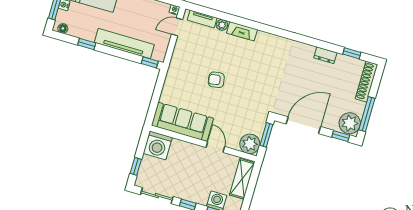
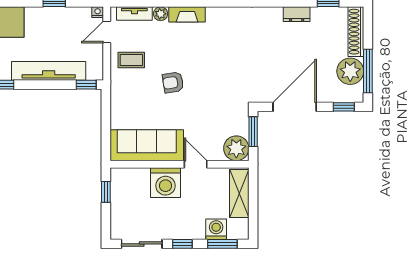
coffee table: (190, 54) -> (131, 60), added
plant: (350, 123) -> (350, 71), moved
washing machine: (158, 145) -> (166, 183), moved
window: (136, 166) -> (106, 192), moved

